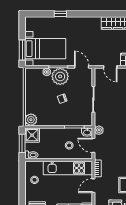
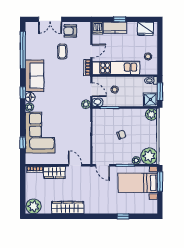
plant: (60, 76) -> (149, 156), moved

